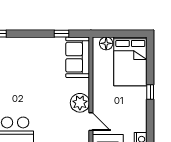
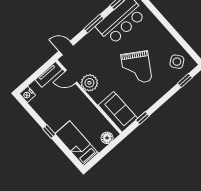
bed: (130, 61) -> (77, 143), width x0.67
grand piano: (29, 81) -> (136, 68), added

